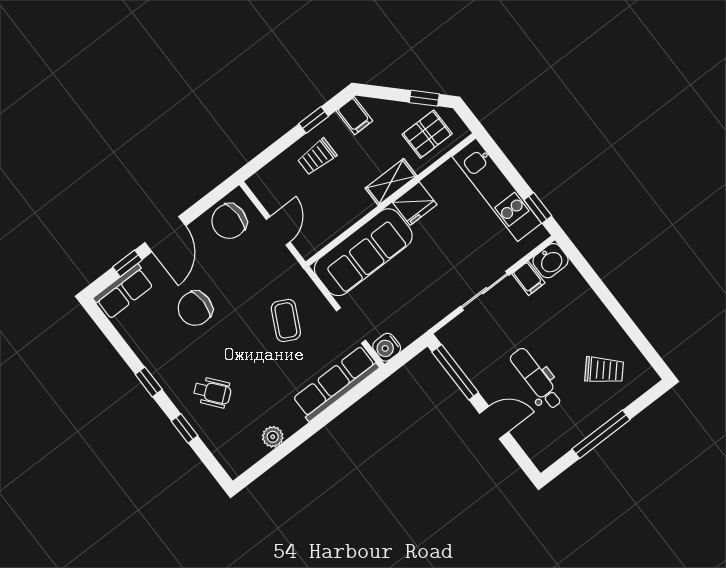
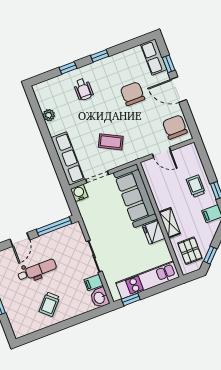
trolley: (604, 370) -> (49, 304), moved
wheelchair: (212, 392) -> (83, 89), turned -51

